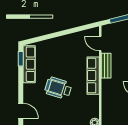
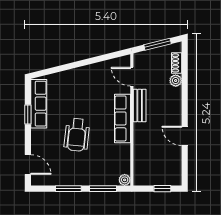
window: (21, 59) -> (28, 115), moved
wheelchair: (58, 88) -> (77, 135), turned -101

